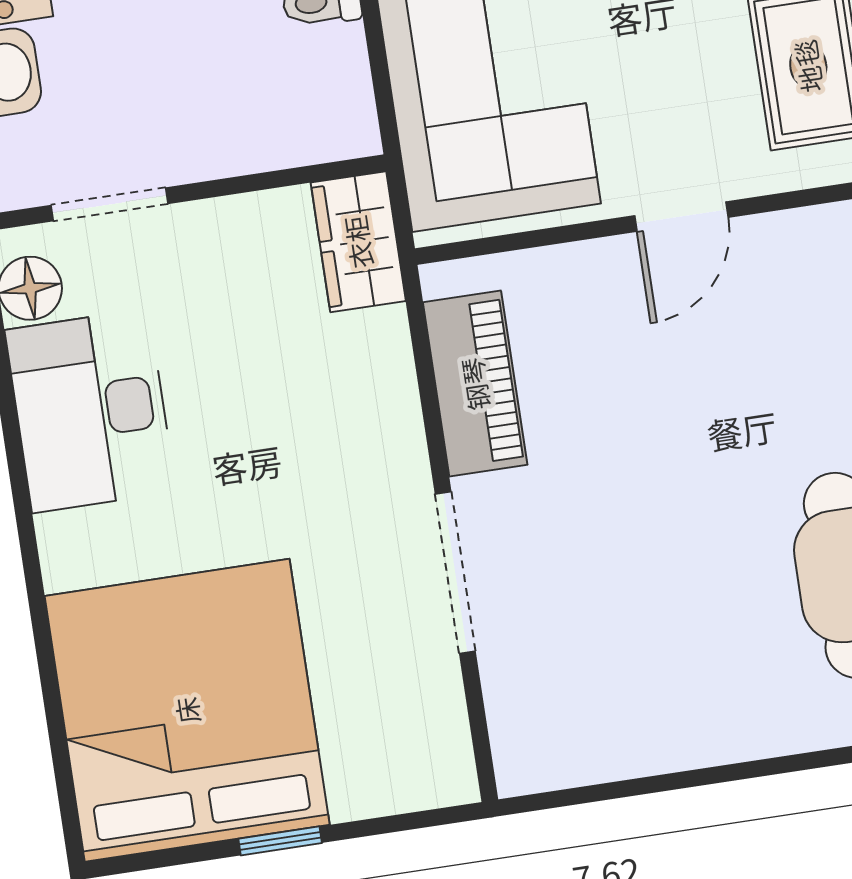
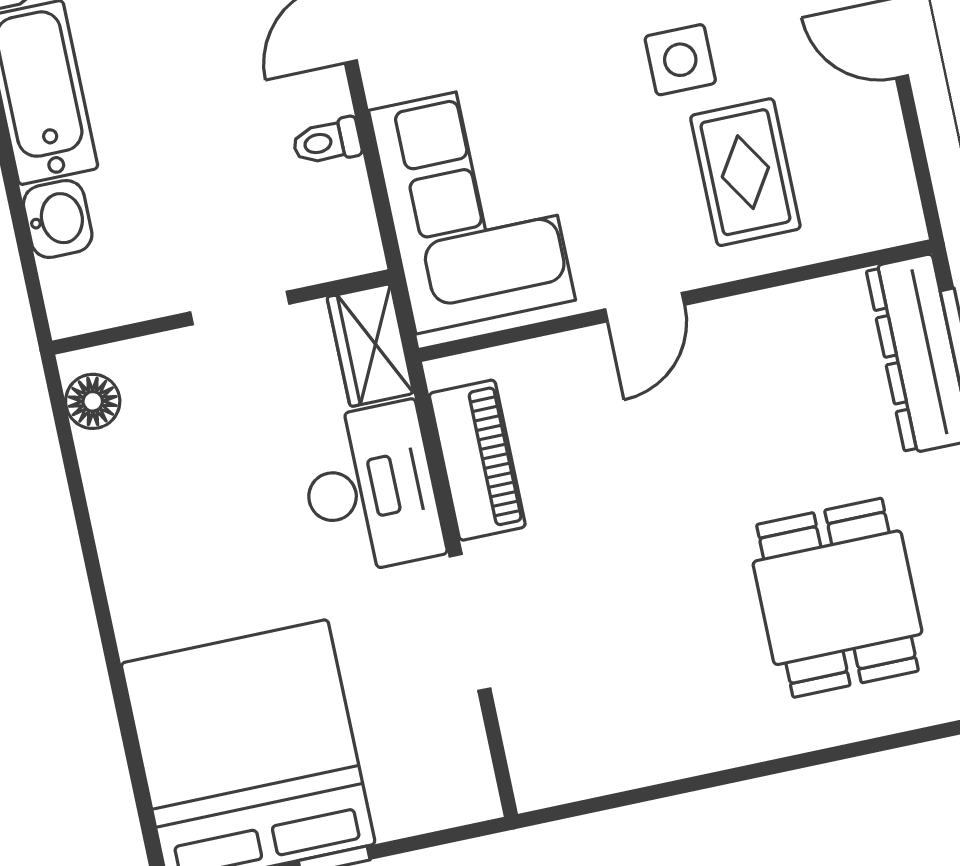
doorway: (109, 204) -> (240, 308), moved
desk: (90, 411) -> (370, 489), moved, turned 180

